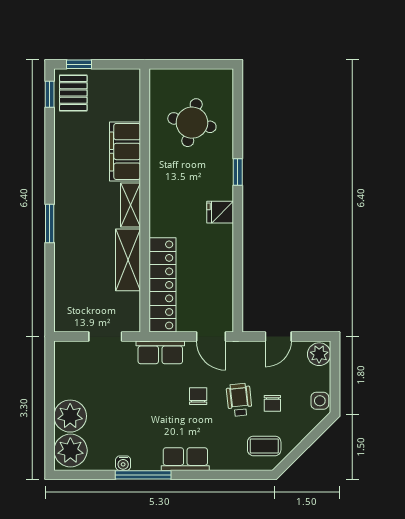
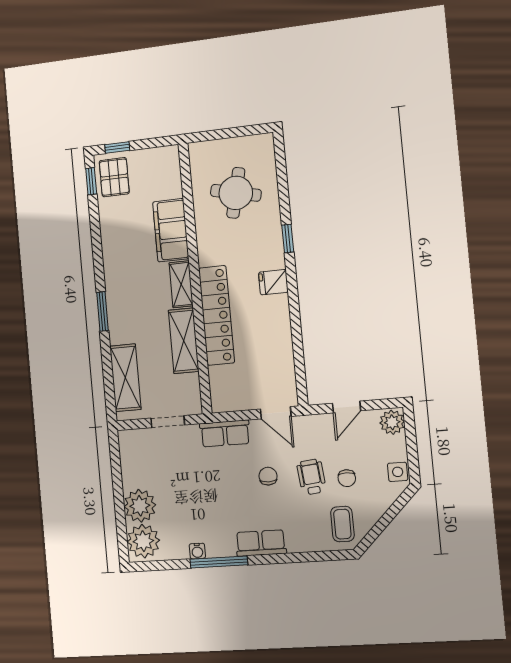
locker: (162, 285) -> (217, 315), moved
shelving: (67, 290) -> (125, 378), added
coffee table: (264, 446) -> (342, 524), turned 90

